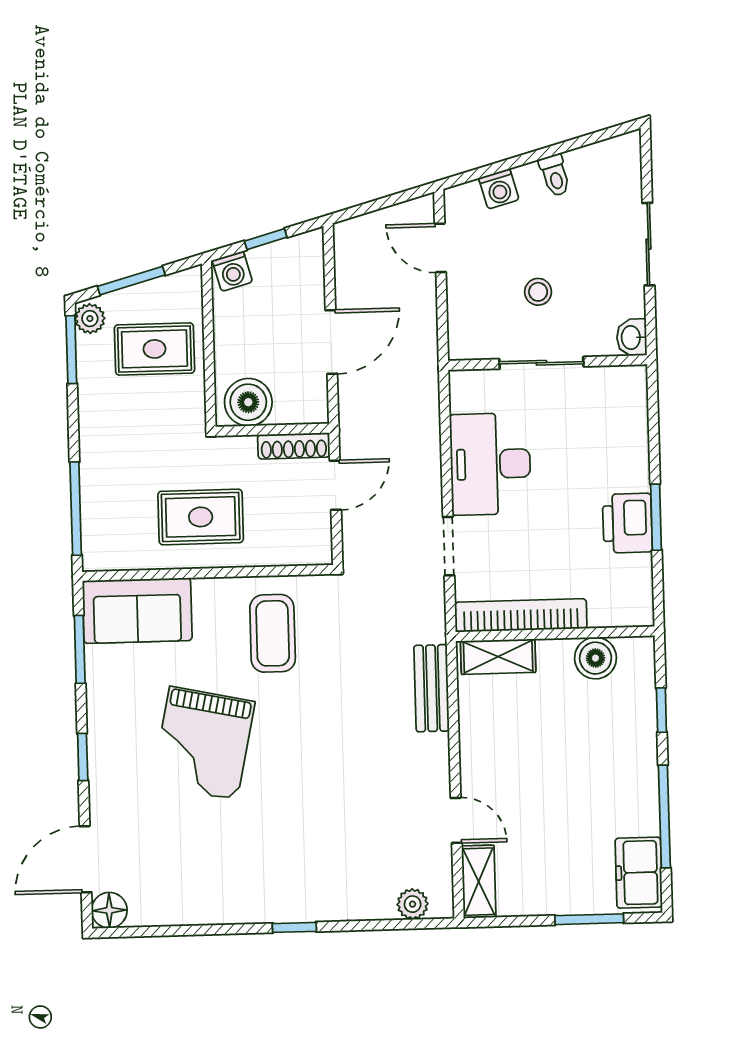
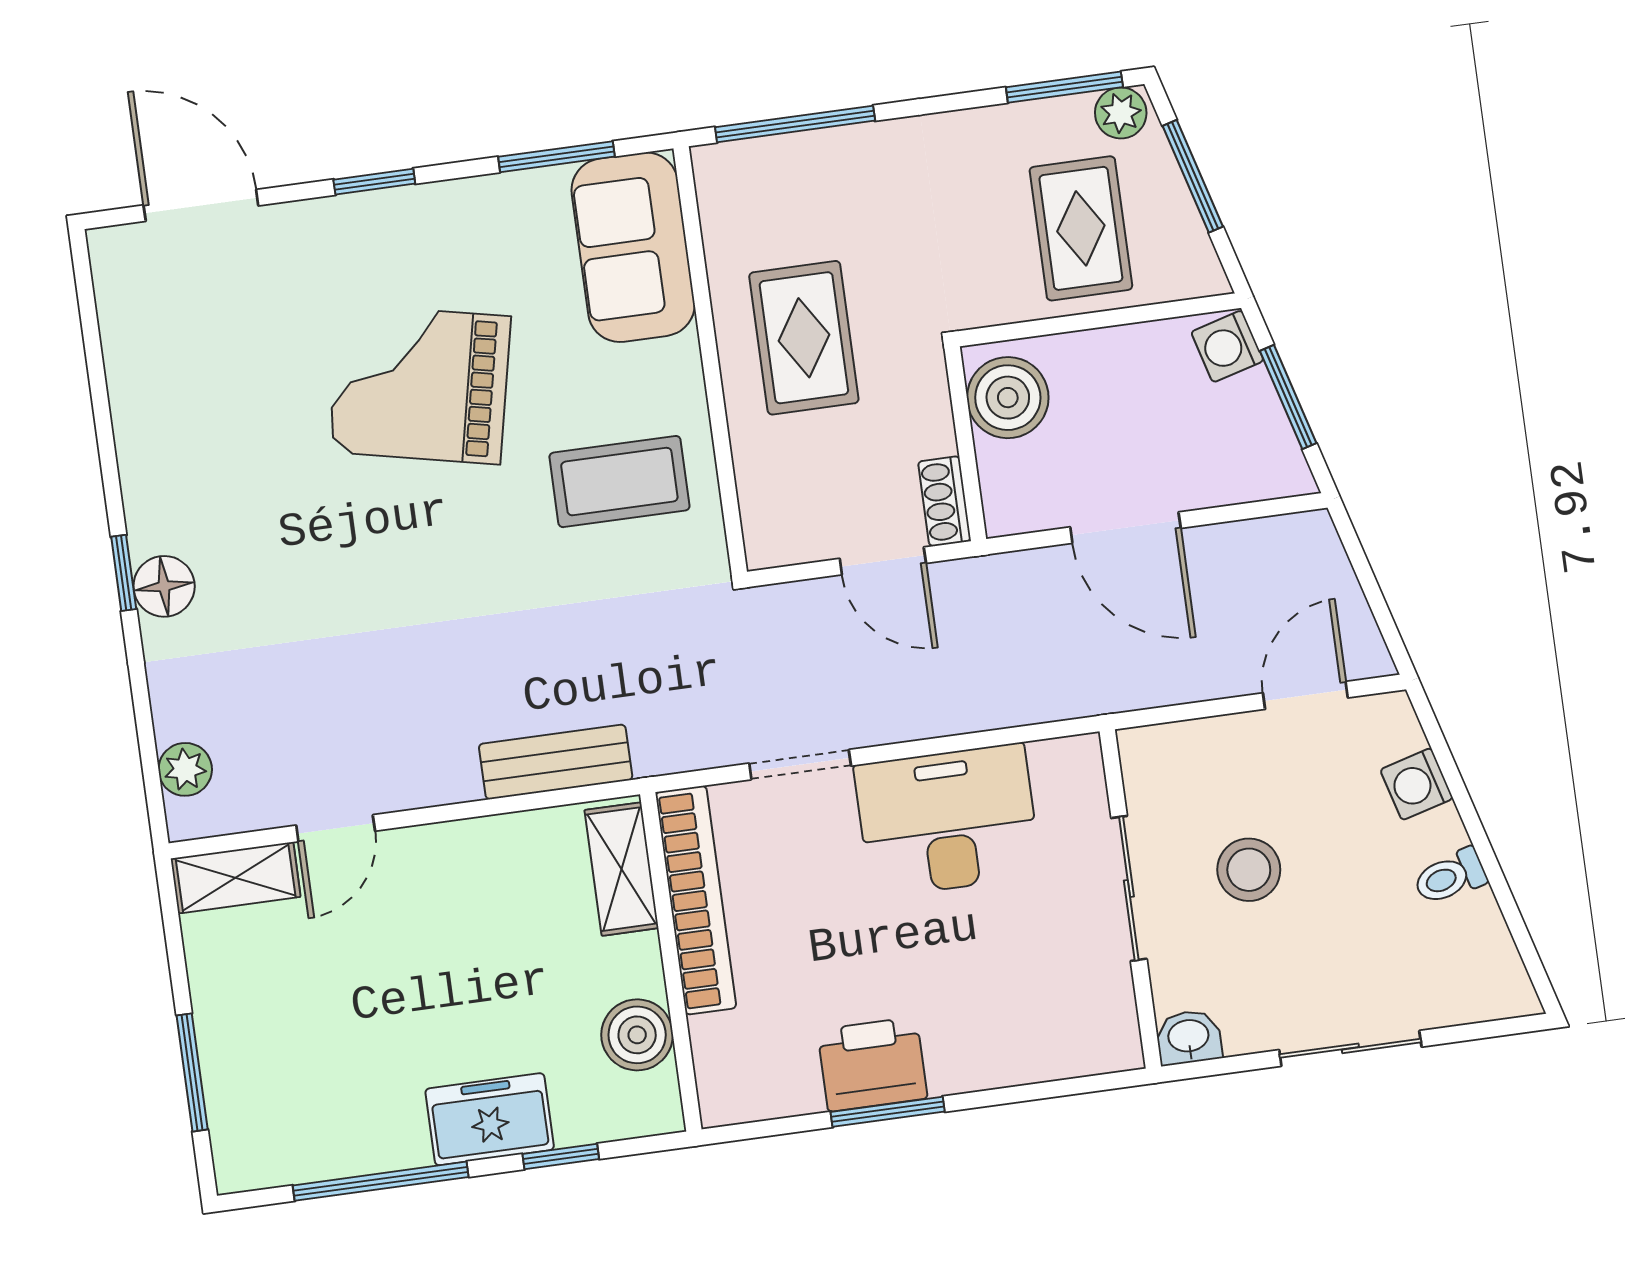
window: (266, 239) -> (1288, 397), width x1.50
stool: (538, 292) -> (1249, 870), width x1.37, depth x1.37
shoe rack: (294, 446) -> (944, 501), width x0.70
freezer: (639, 873) -> (490, 1119), moved
floor lamp: (109, 910) -> (164, 586), moved

